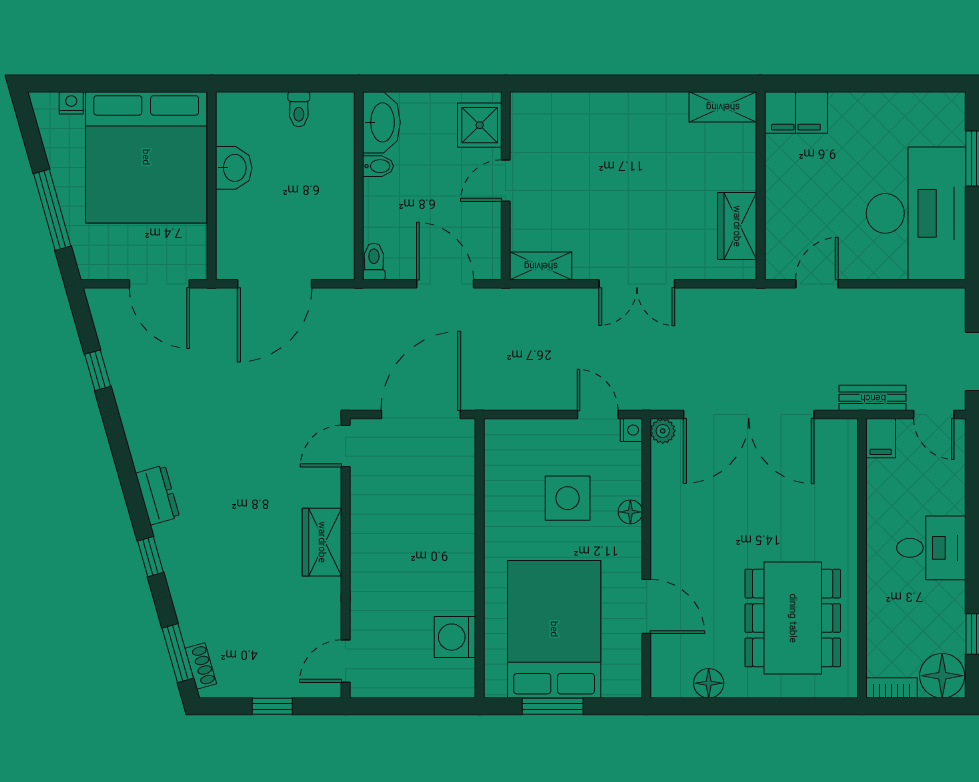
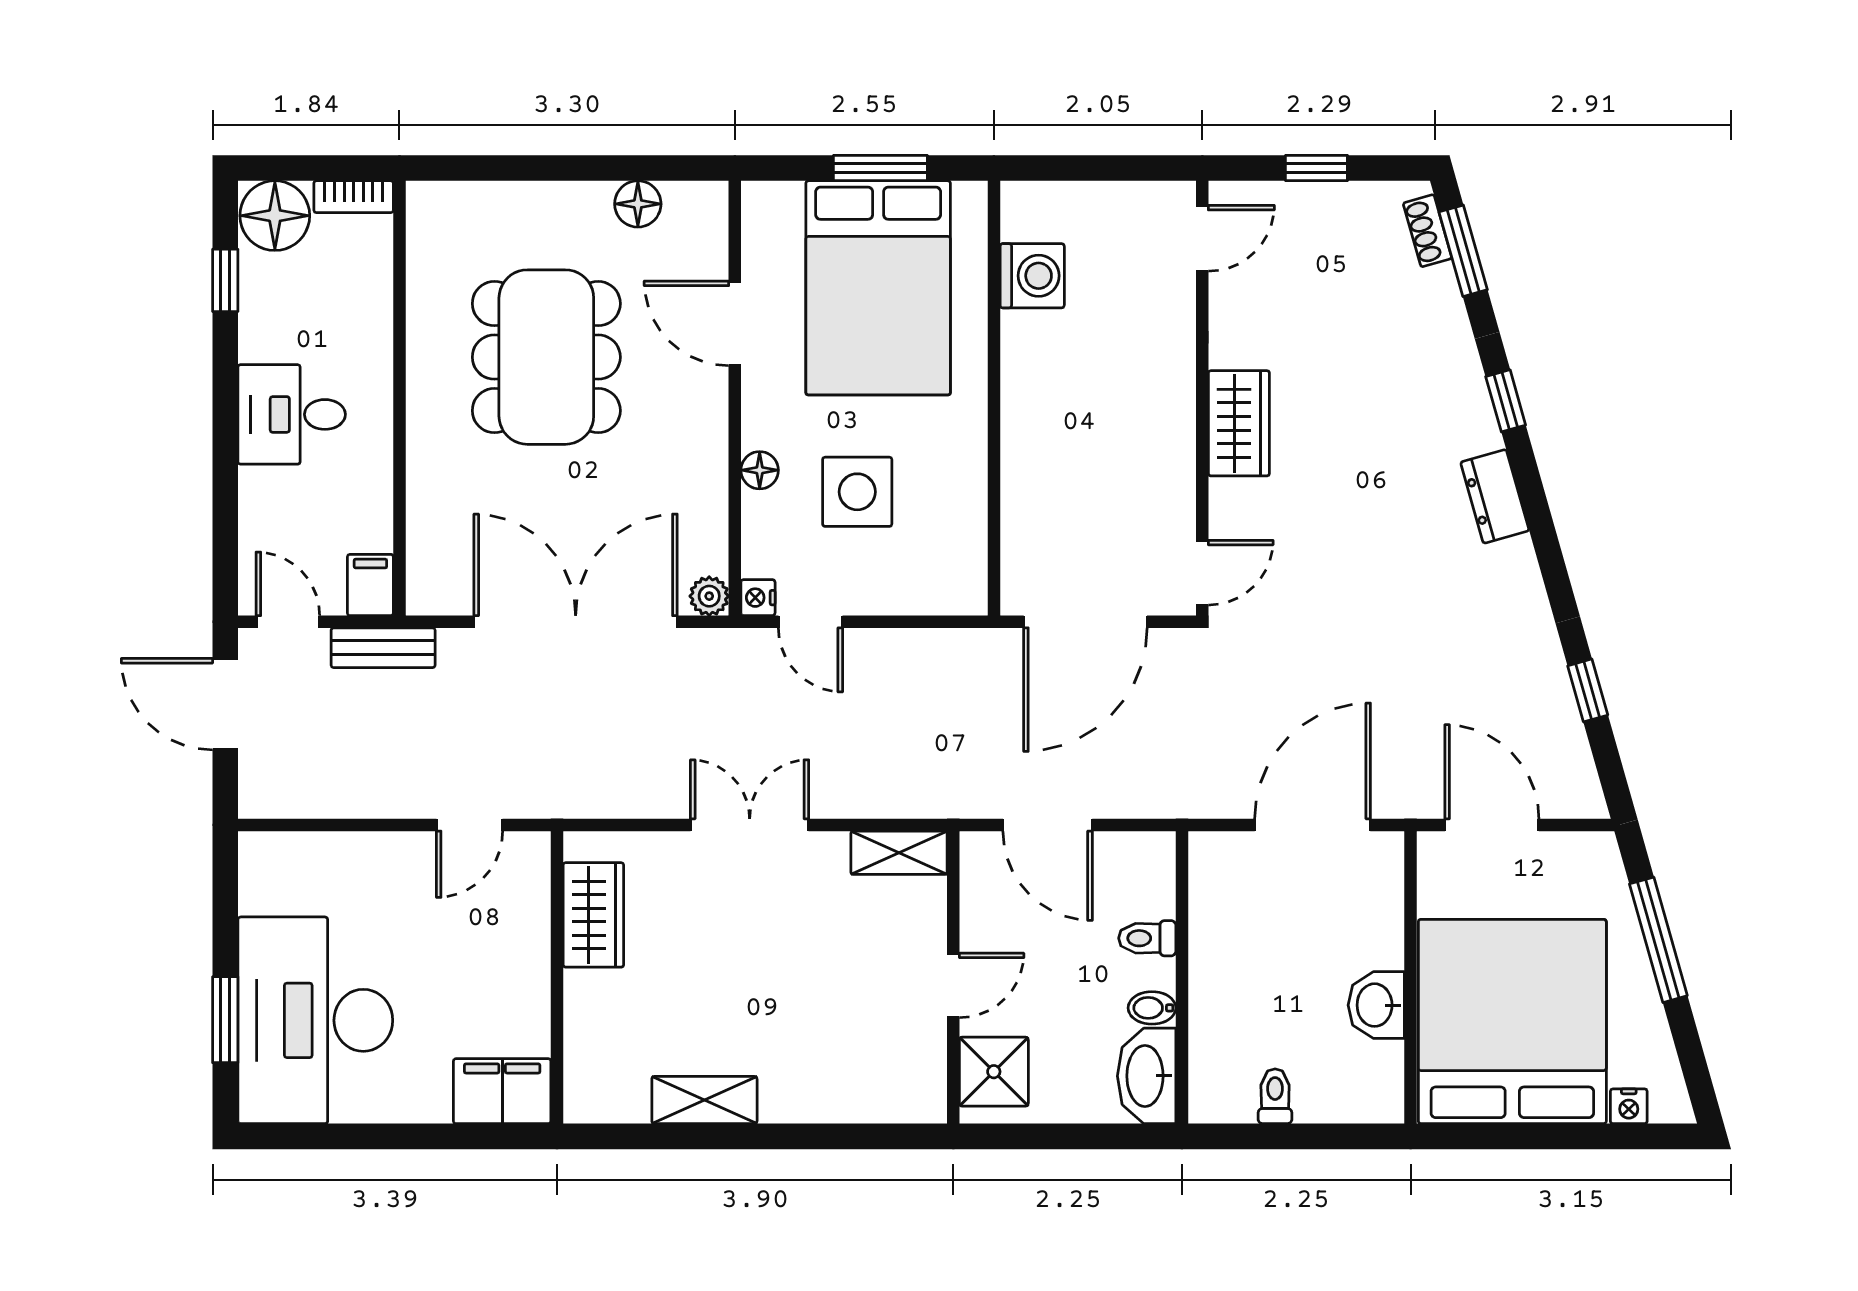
shelving: (723, 107) -> (704, 1100), moved
desk: (916, 213) -> (315, 1020), moved
toilet: (374, 261) -> (1147, 938), moved, turned 90
dining table: (793, 618) -> (546, 357), moved

